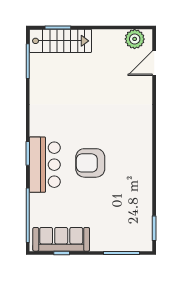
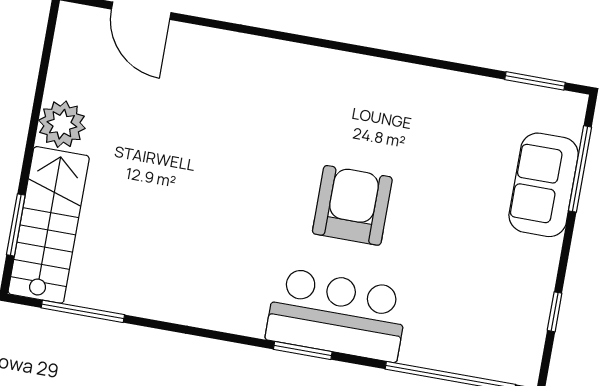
plant: (135, 39) -> (62, 124), moved
armchair: (90, 163) -> (352, 205), turned 180
sofa: (61, 239) -> (544, 185), moved, width x0.73

